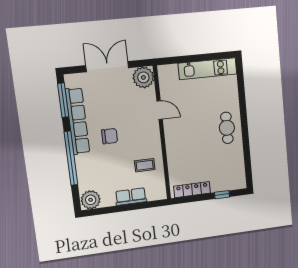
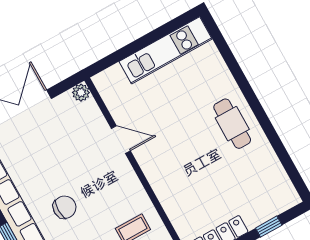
plant: (143, 77) -> (81, 93), width x0.53, depth x0.53

